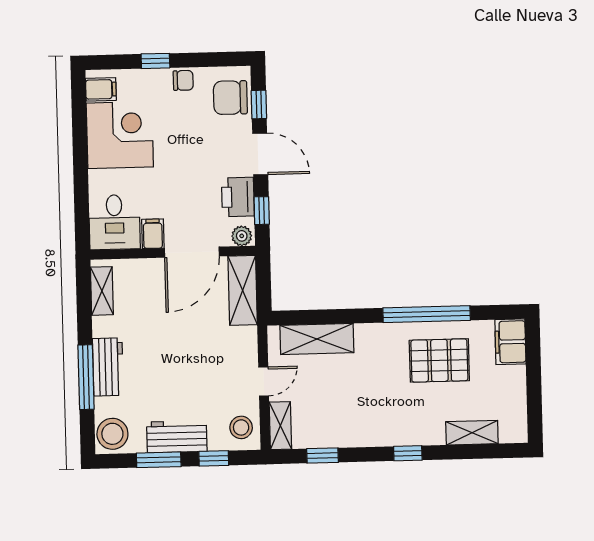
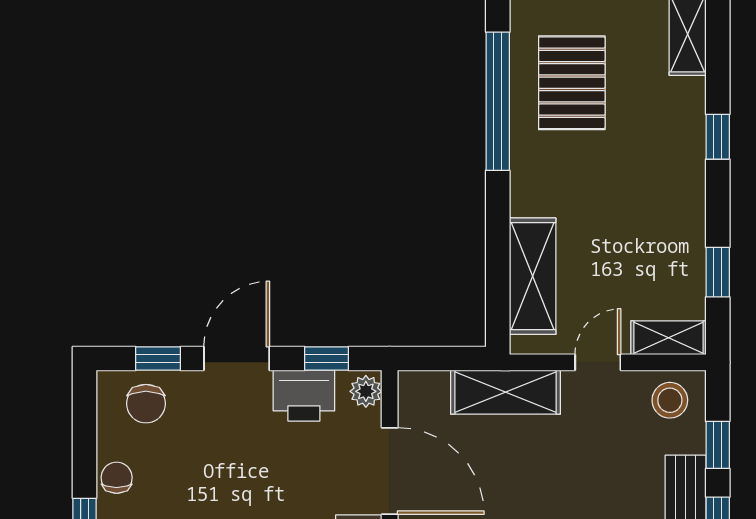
chair: (230, 98) -> (146, 404), width x0.73, depth x0.73
shelving: (243, 290) -> (506, 392), moved
door: (264, 381) -> (598, 362), hinge flipped

